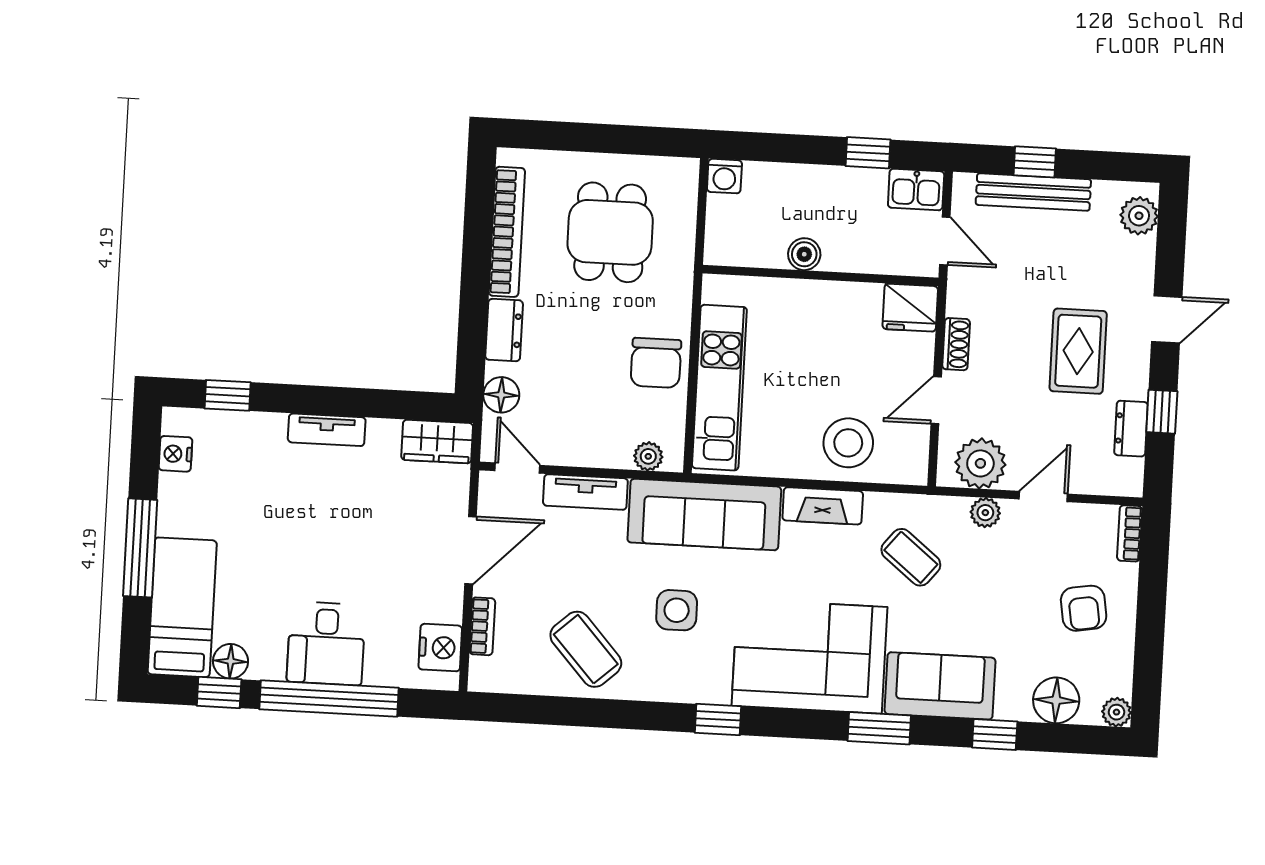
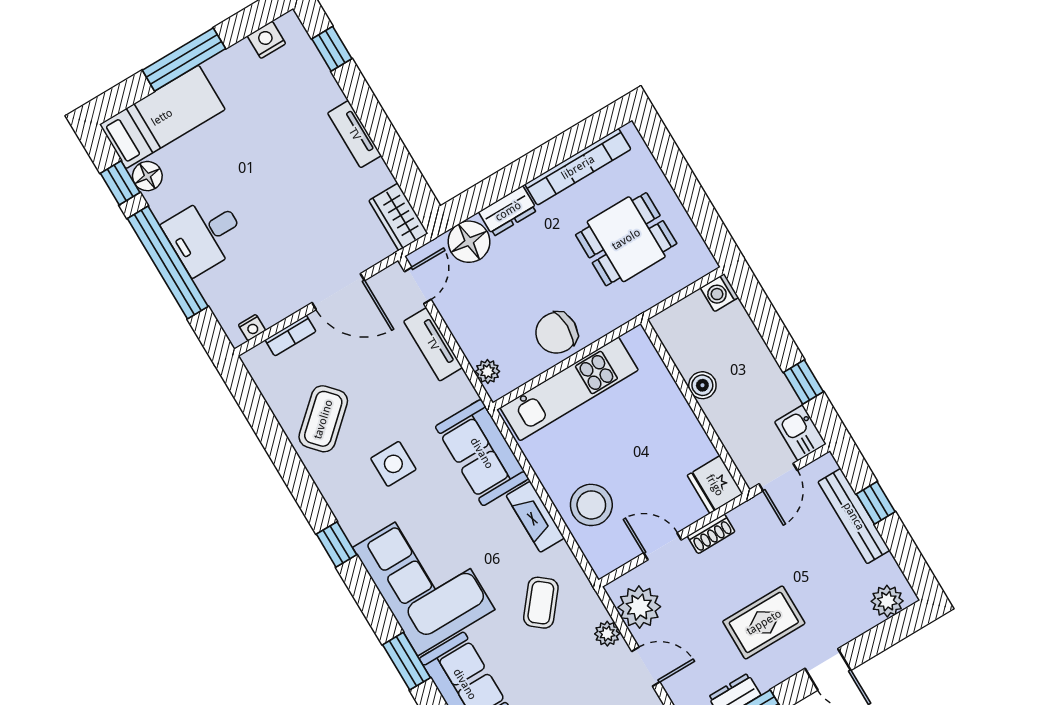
floor lamp: (501, 395) -> (469, 242), width x1.38, depth x1.38
sofa: (704, 515) -> (482, 453), width x0.73
nightstand: (440, 648) -> (252, 328), width x0.53, depth x0.56

